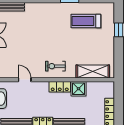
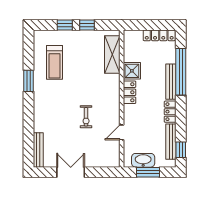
window: (119, 49) -> (87, 25), added
exercise bike: (55, 66) -> (86, 117), moved

